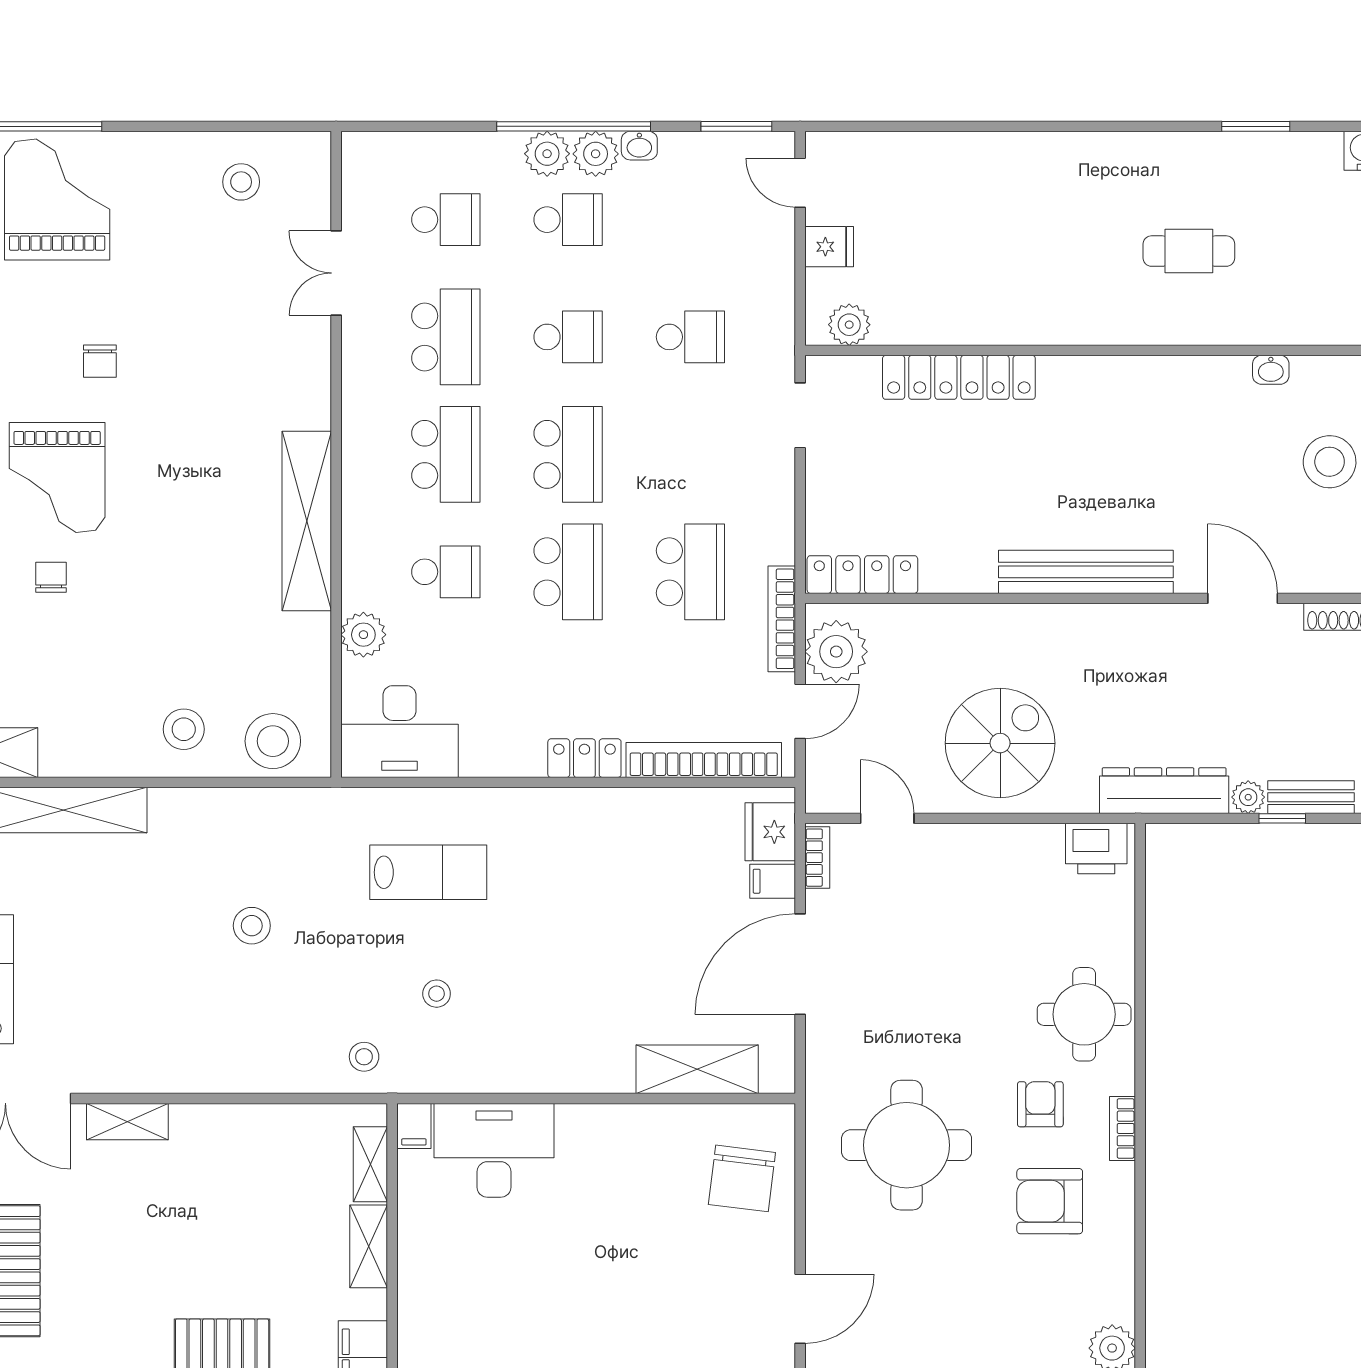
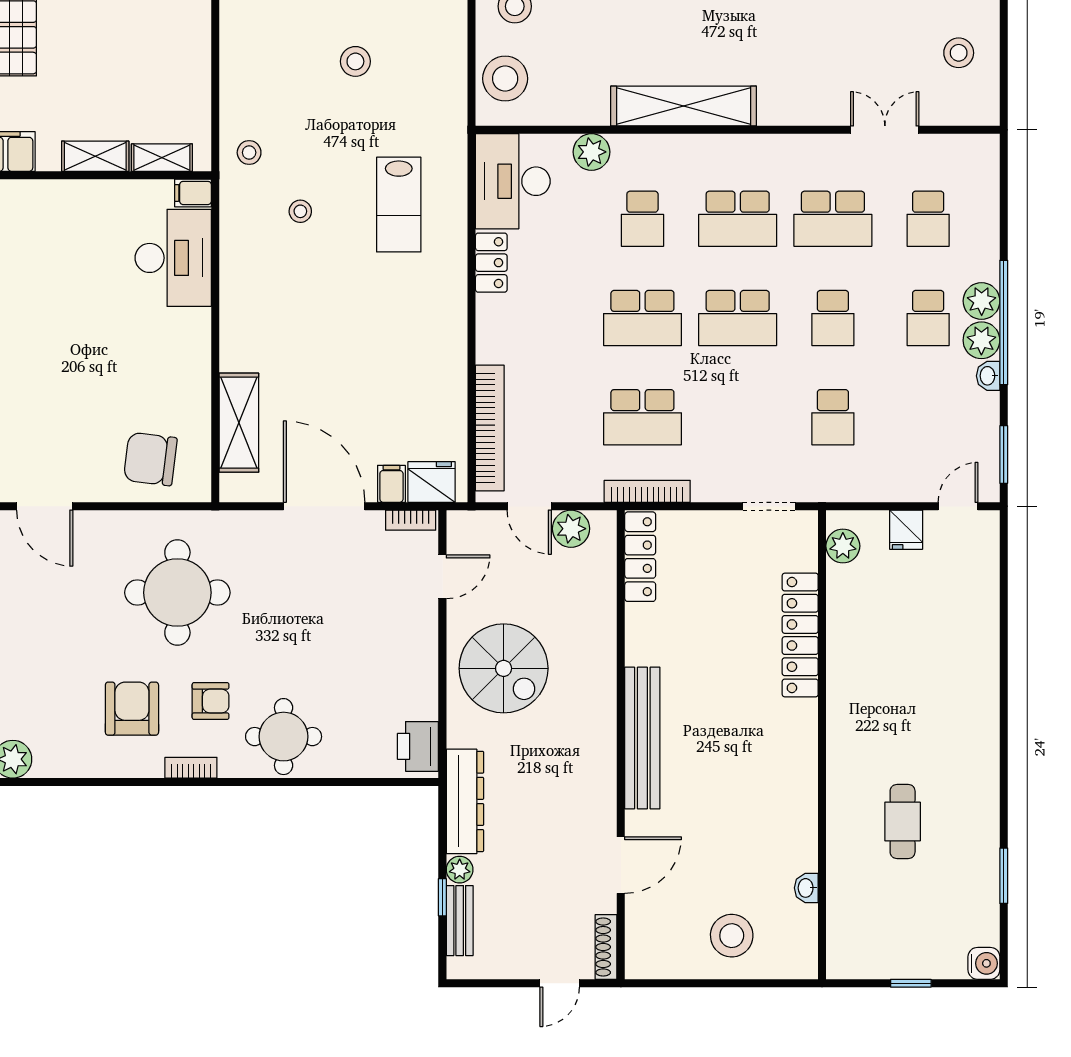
bookcase: (782, 619) -> (647, 491), moved
plant: (836, 652) -> (571, 529), width x0.73, depth x0.73
locker: (584, 758) -> (491, 263), moved

